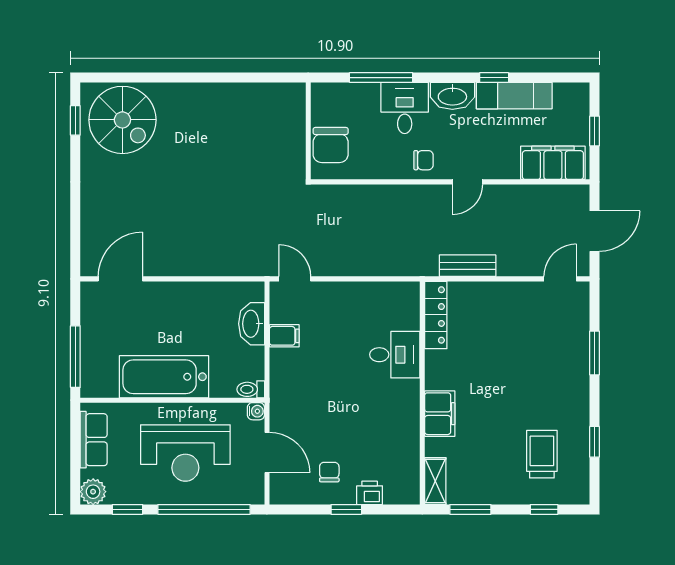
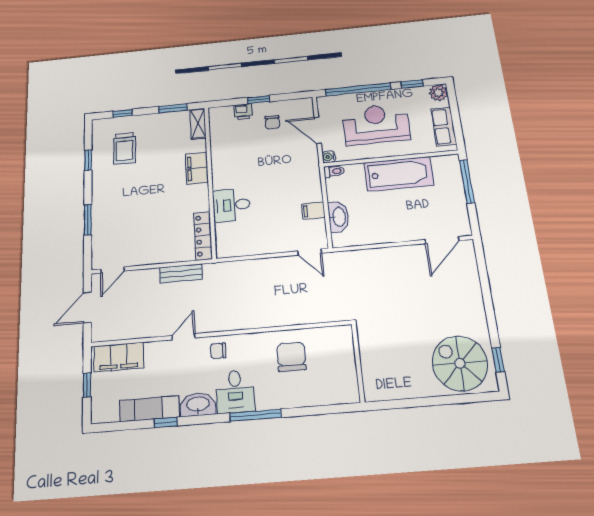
wall: (308, 131) -> (358, 363), moved

